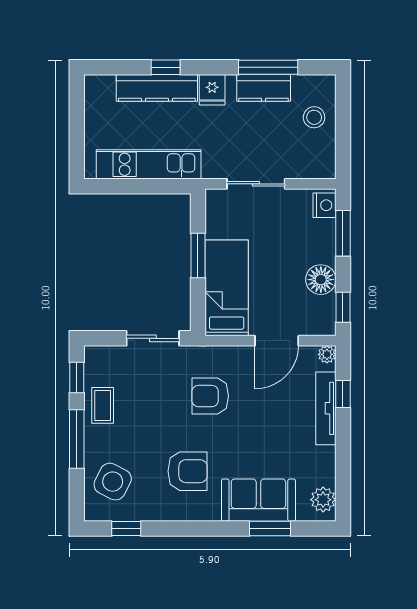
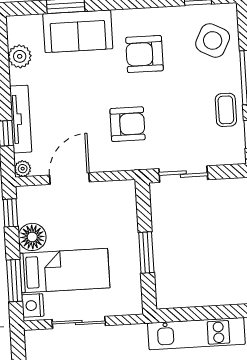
sliding door: (256, 184) -> (79, 322), moved
bed: (227, 288) -> (65, 271), moved, turned -90
plant: (323, 500) -> (20, 56), moved

